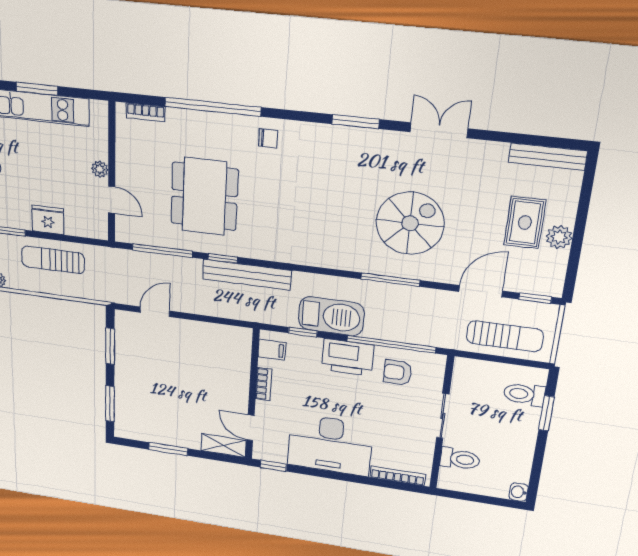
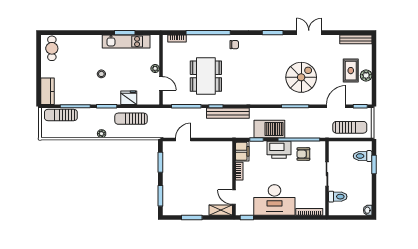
filing cabinet: (272, 350) -> (242, 151), width x2.00

